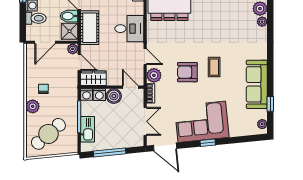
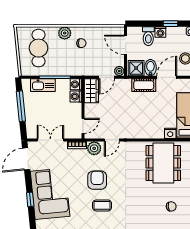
cot: (90, 28) -> (144, 85), width x0.73, depth x0.75
desk: (129, 29) -> (138, 125), removed
boiler: (114, 96) -> (74, 110), removed
double door: (145, 121) -> (50, 140), swing flipped
cafe table: (48, 134) -> (38, 48), turned 41

